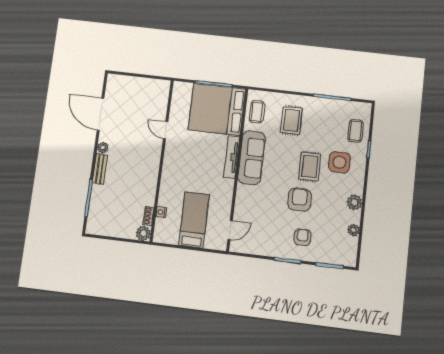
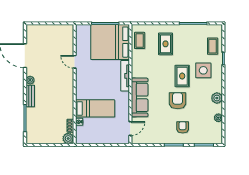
sofa: (251, 158) -> (140, 97), moved
bed: (194, 220) -> (95, 108), moved, turned 90

